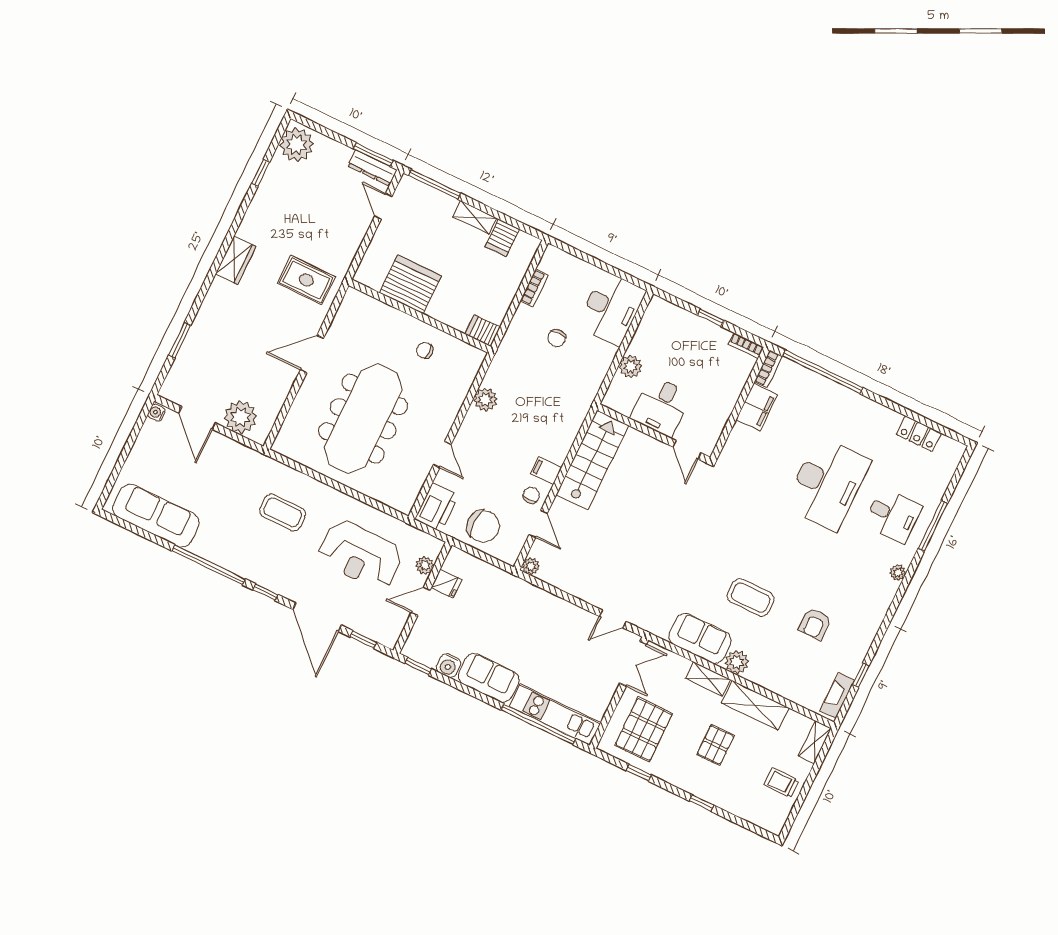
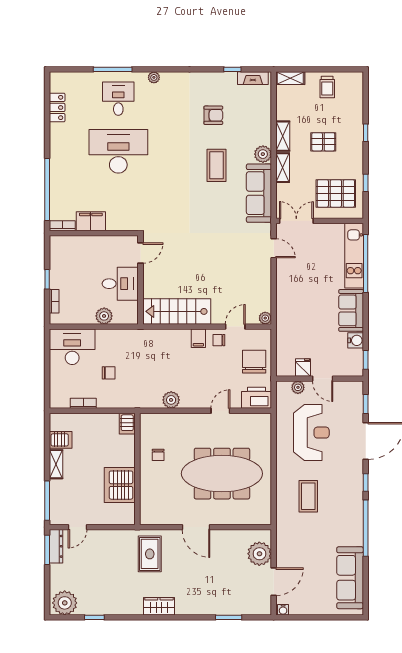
bookcase: (746, 346) -> (54, 301), moved
sofa: (700, 638) -> (259, 193), width x1.36
shelving: (755, 705) -> (283, 136), width x0.67, depth x0.75

